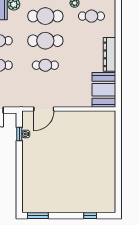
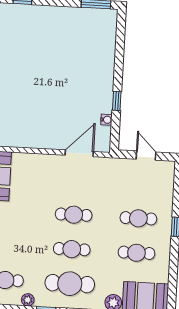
cafe table: (45, 41) -> (72, 249), width x0.73, depth x0.74
window: (19, 134) -> (117, 101), moved

